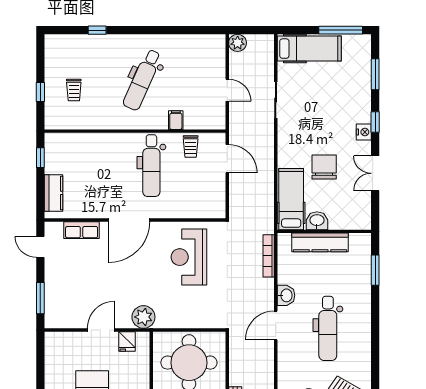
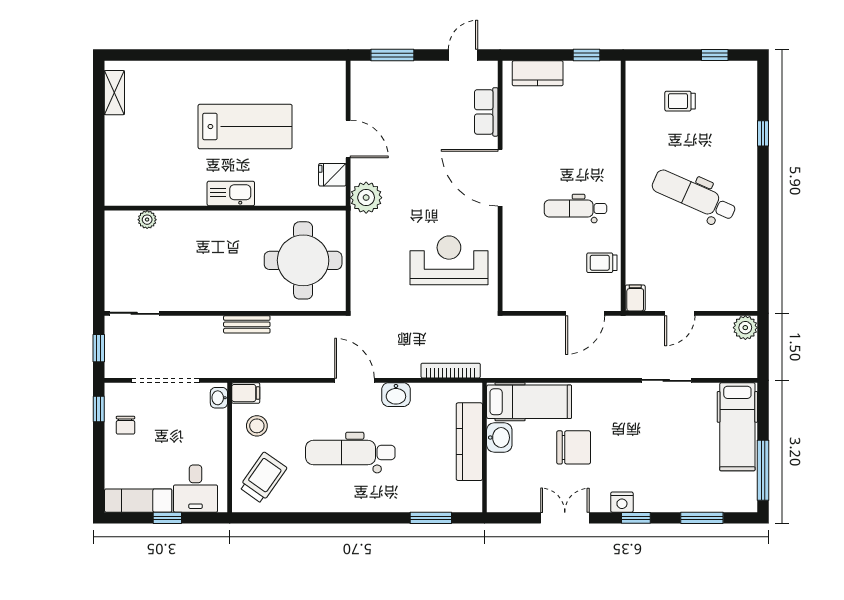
window: (40, 92) -> (715, 55), moved
filing cabinet: (176, 120) -> (635, 298), moved, turned -90
dental chair: (151, 166) -> (575, 209), width x0.73, depth x0.72

